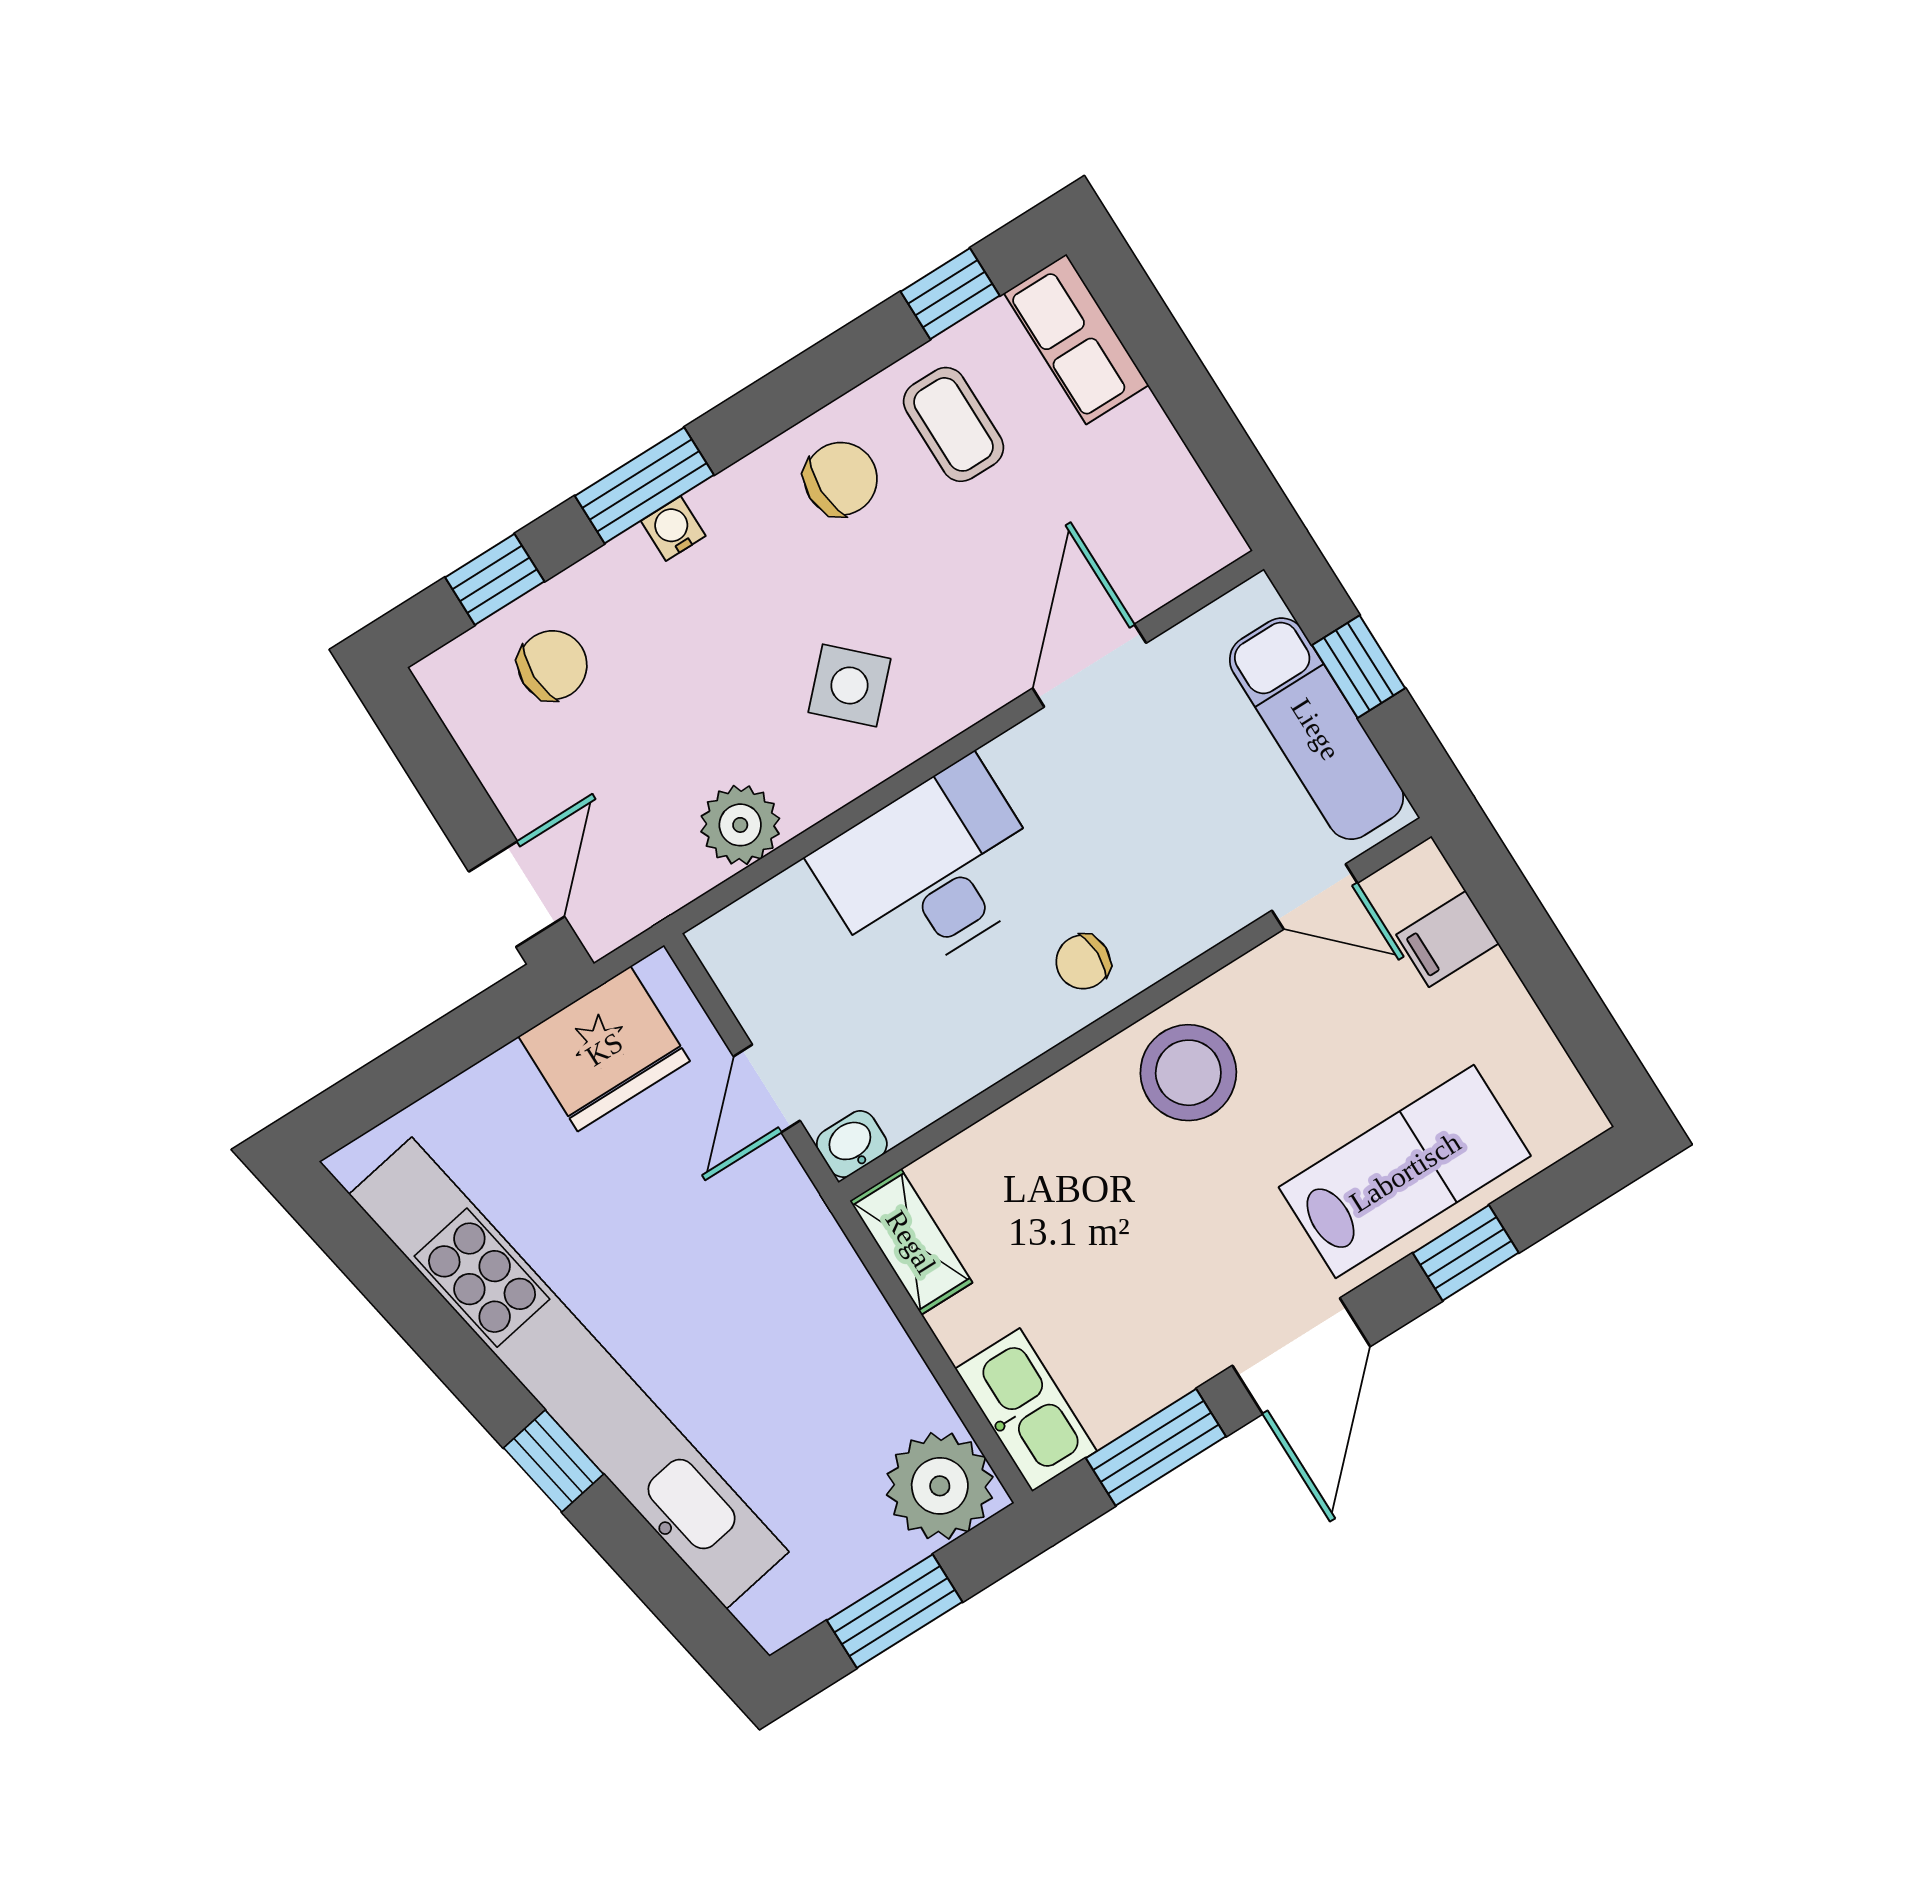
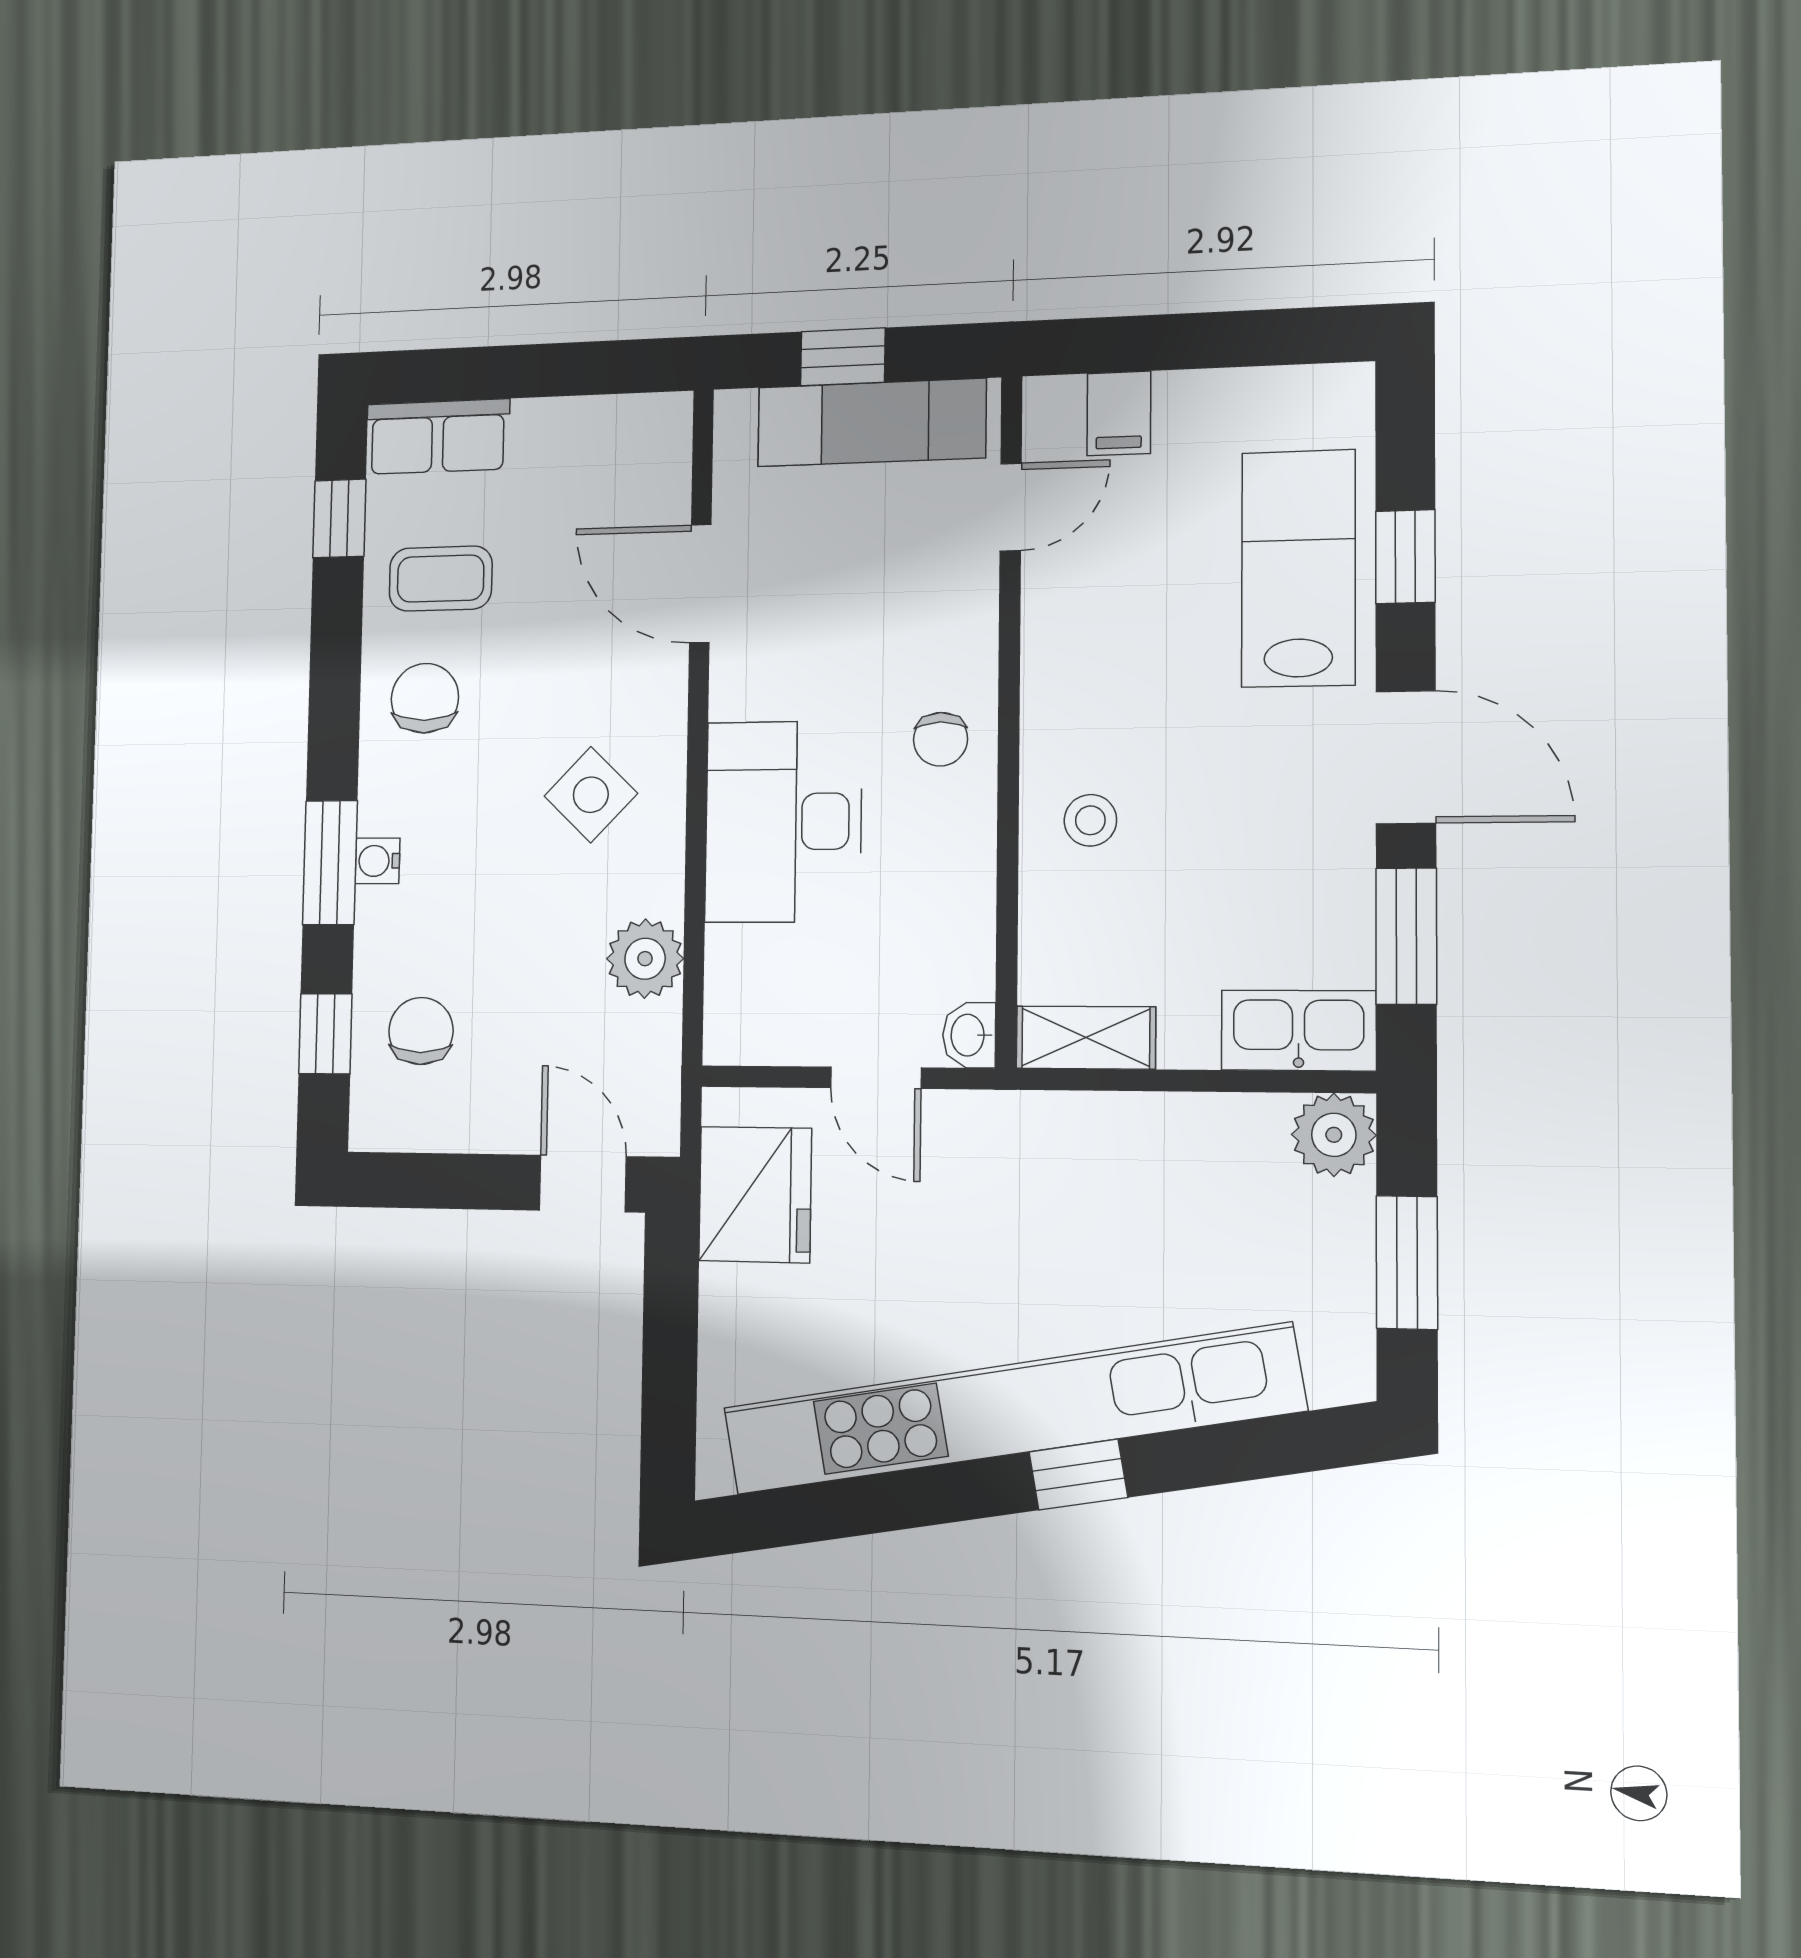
stool: (1188, 1073) -> (1090, 820), moved, width x0.53, depth x0.53
plant: (940, 1486) -> (1334, 1135), width x0.73, depth x0.73

